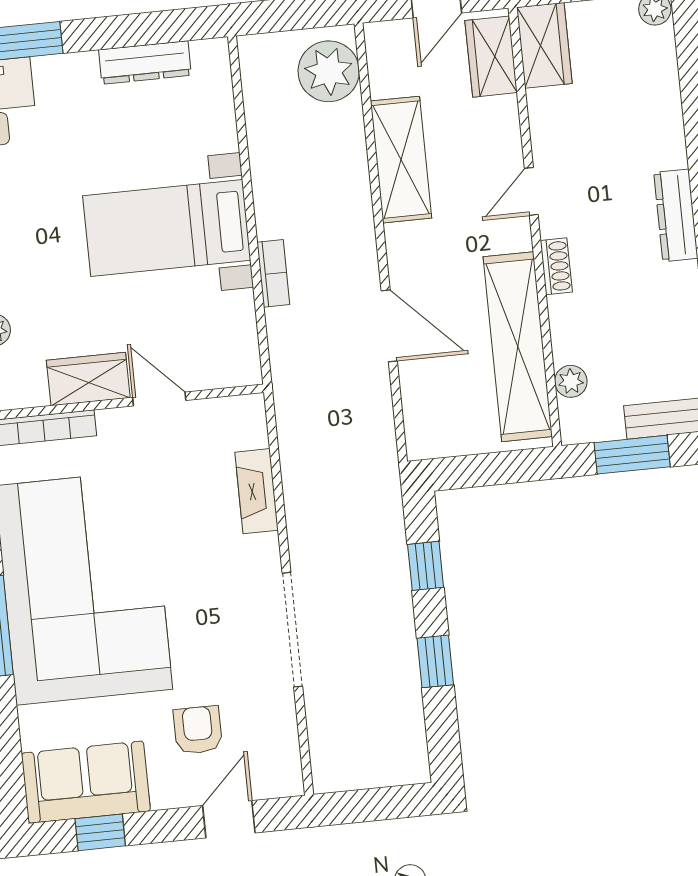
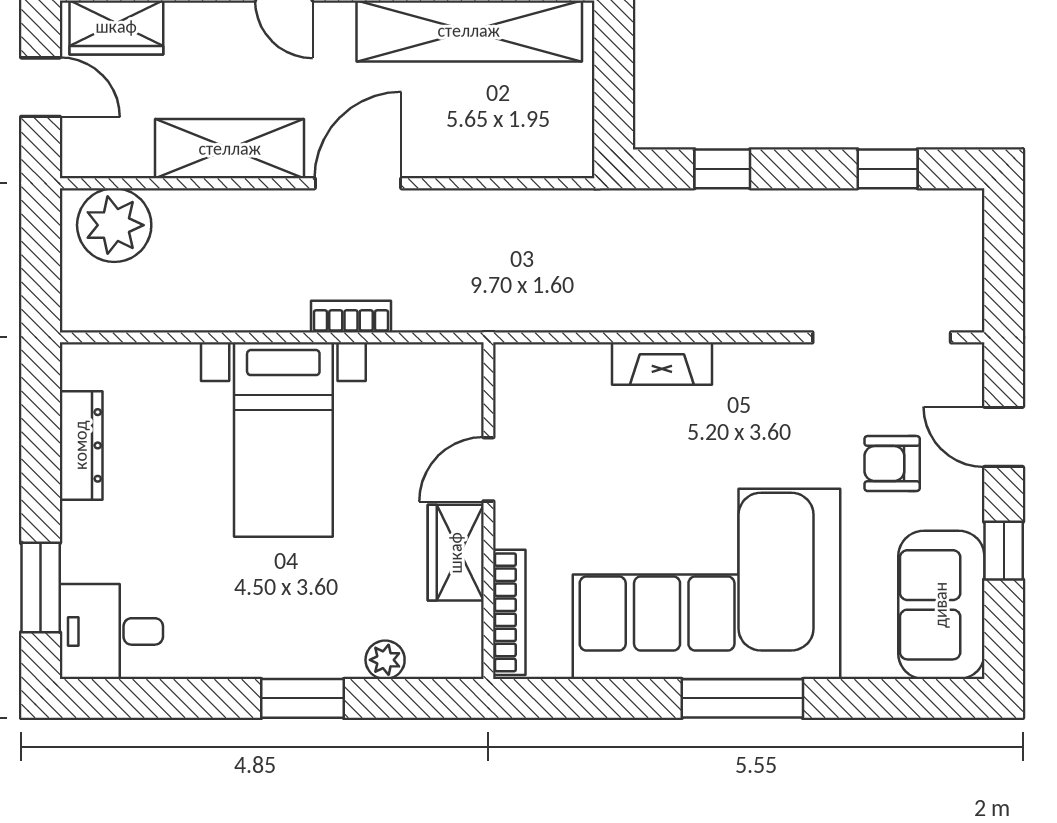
door: (389, 326) -> (358, 183), moved
fireplace: (257, 491) -> (662, 363), moved
doorway: (292, 630) -> (882, 337), moved
window: (435, 661) -> (888, 169), moved
window: (100, 832) -> (1004, 551), moved

